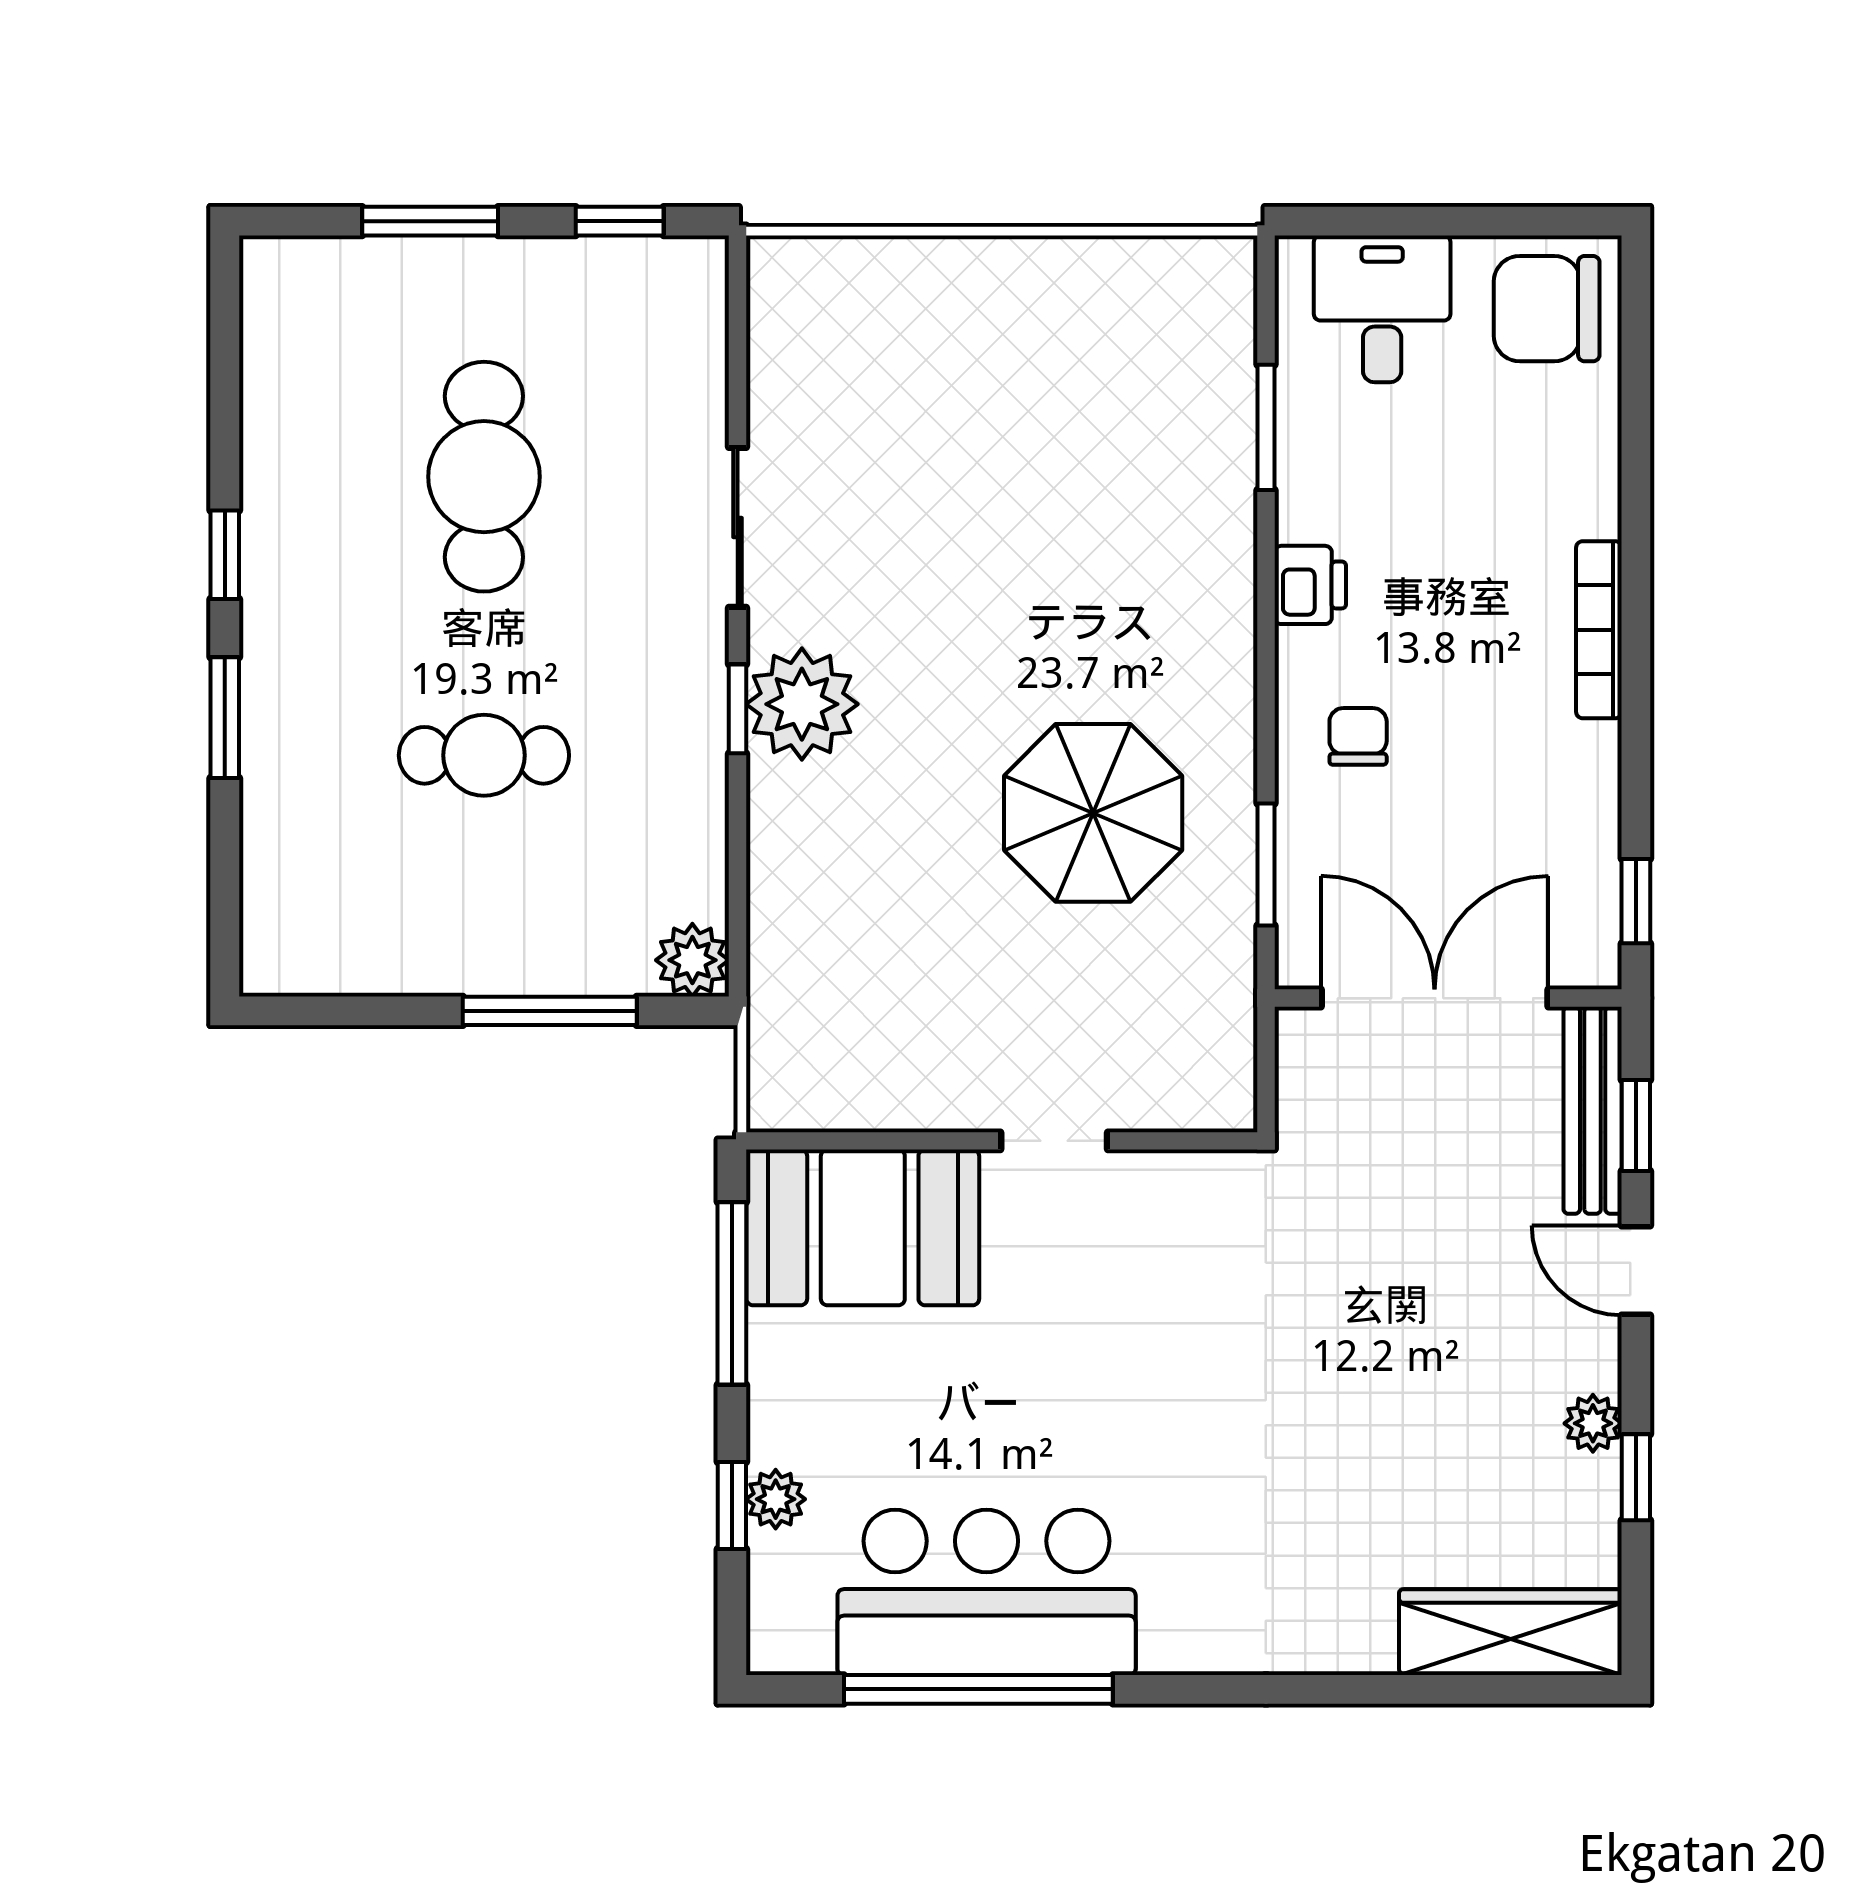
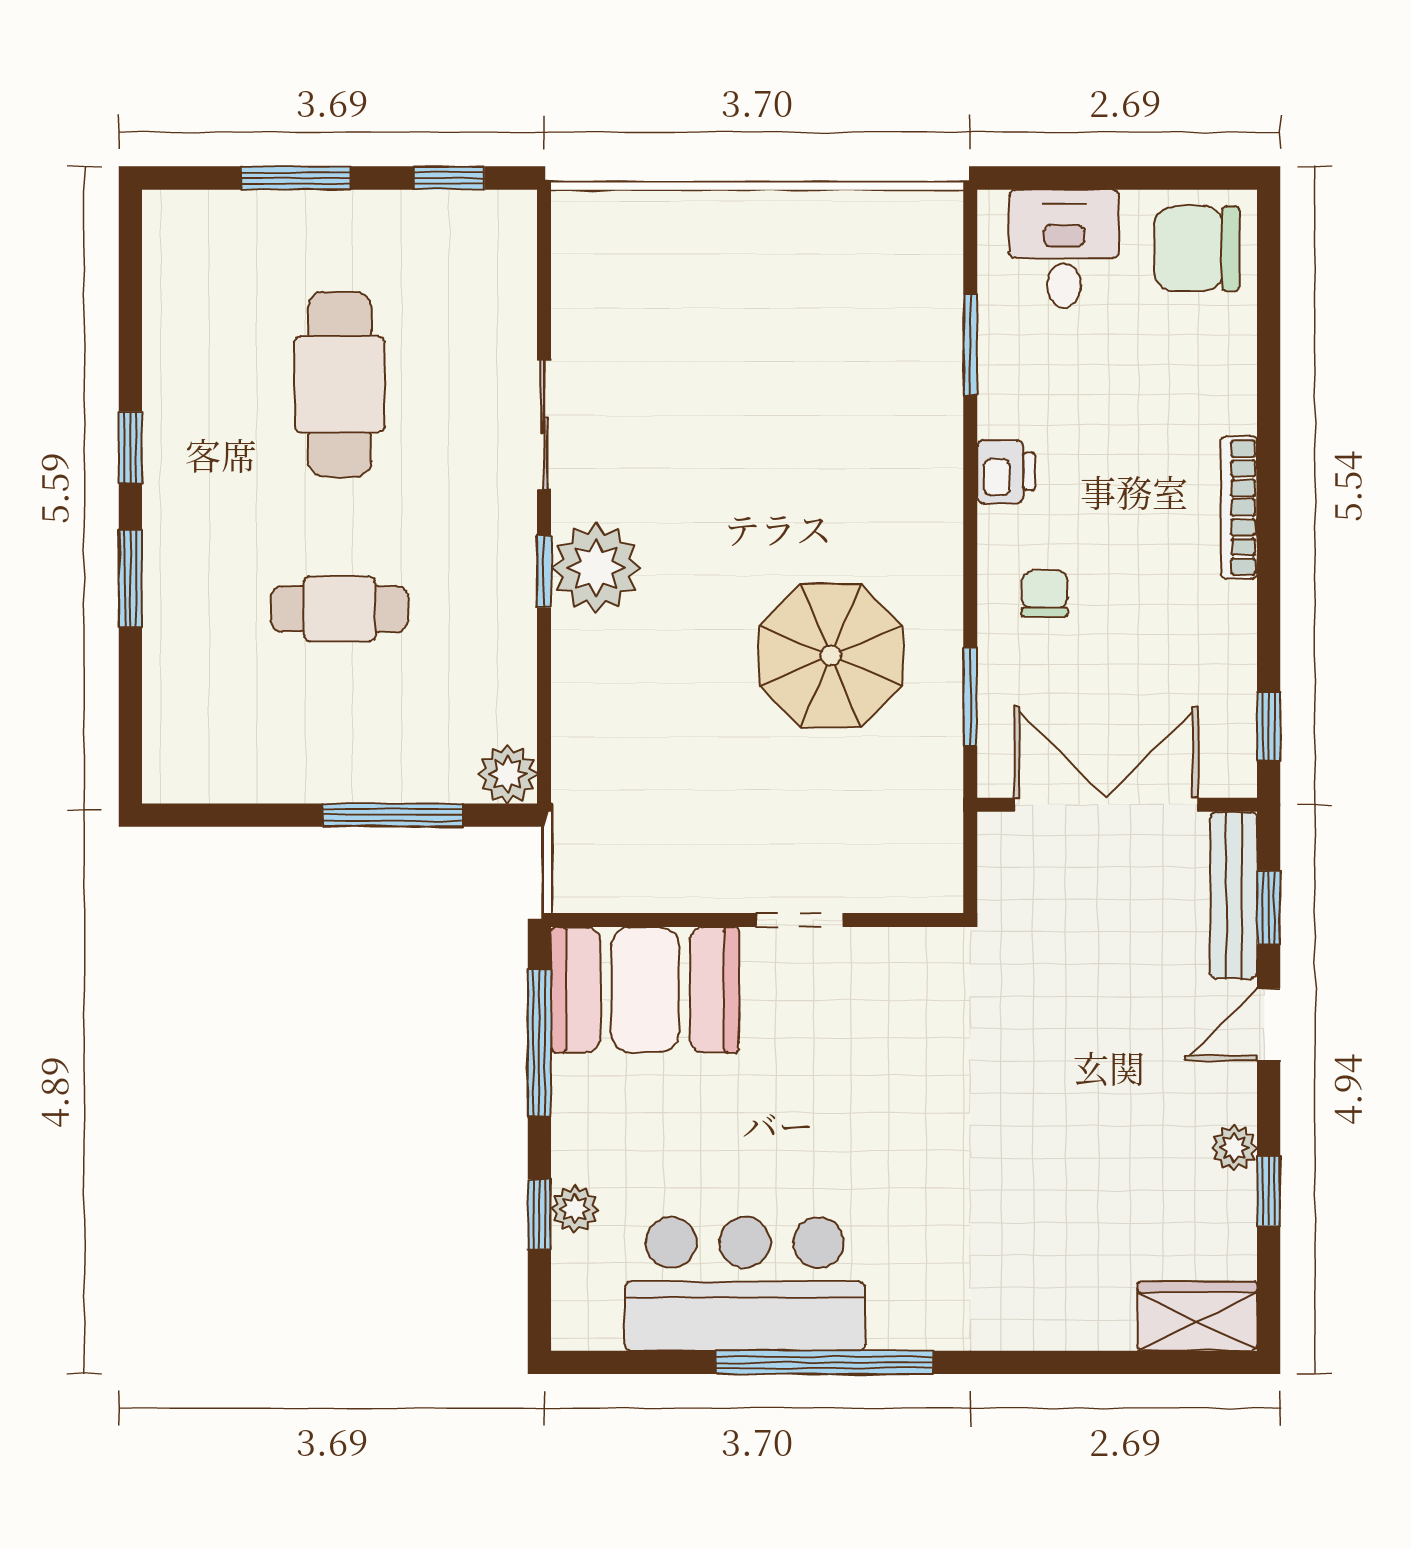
door: (1636, 1271) -> (1269, 1025), hinge flipped
wardrobe: (1510, 1632) -> (1197, 1316), width x0.67
window: (978, 1689) -> (824, 1362), moved

